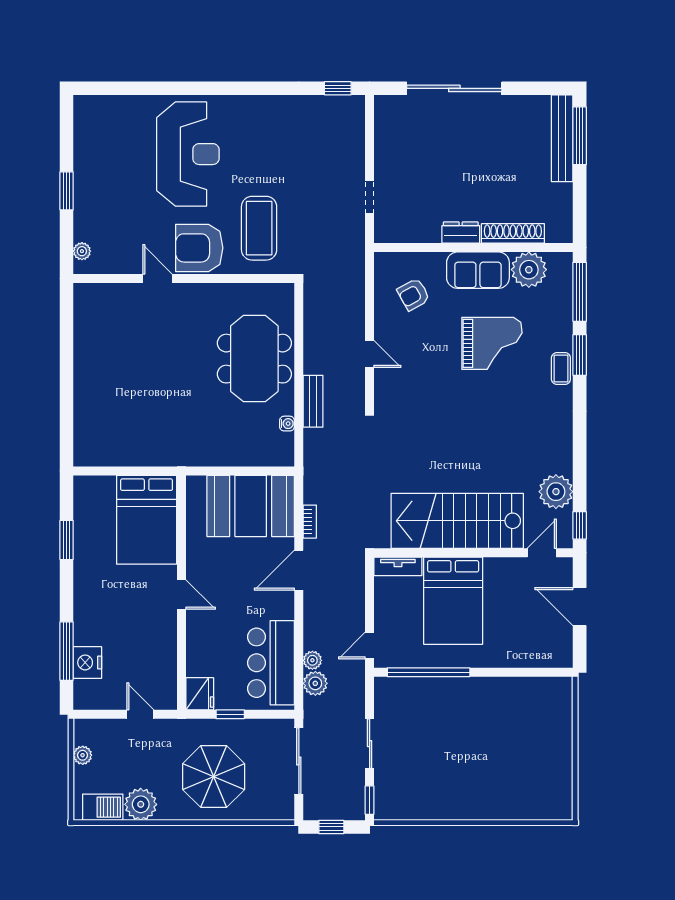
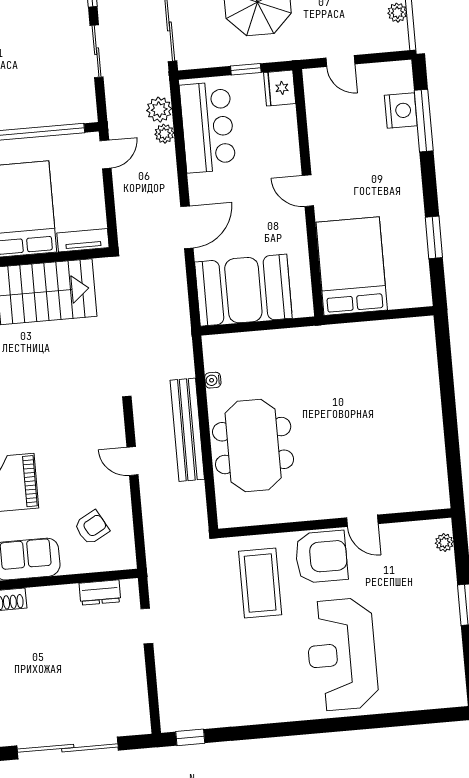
dresser: (461, 233) -> (100, 592), moved
bench: (313, 401) -> (187, 430), width x1.86, depth x1.21
bookcase: (310, 522) -> (180, 279), removed

